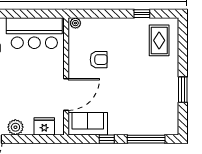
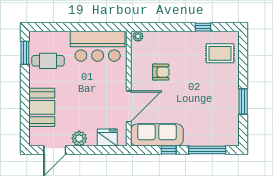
rug: (159, 40) -> (220, 53), turned 90
sofa: (88, 124) -> (157, 135), width x1.36

